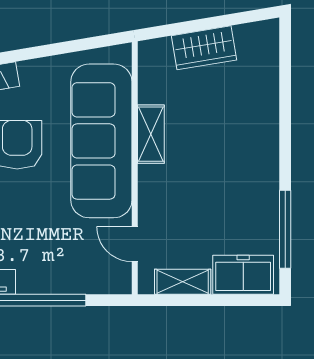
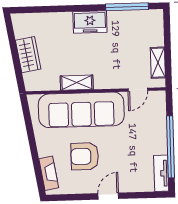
freezer: (243, 275) -> (90, 22), moved, turned -90

